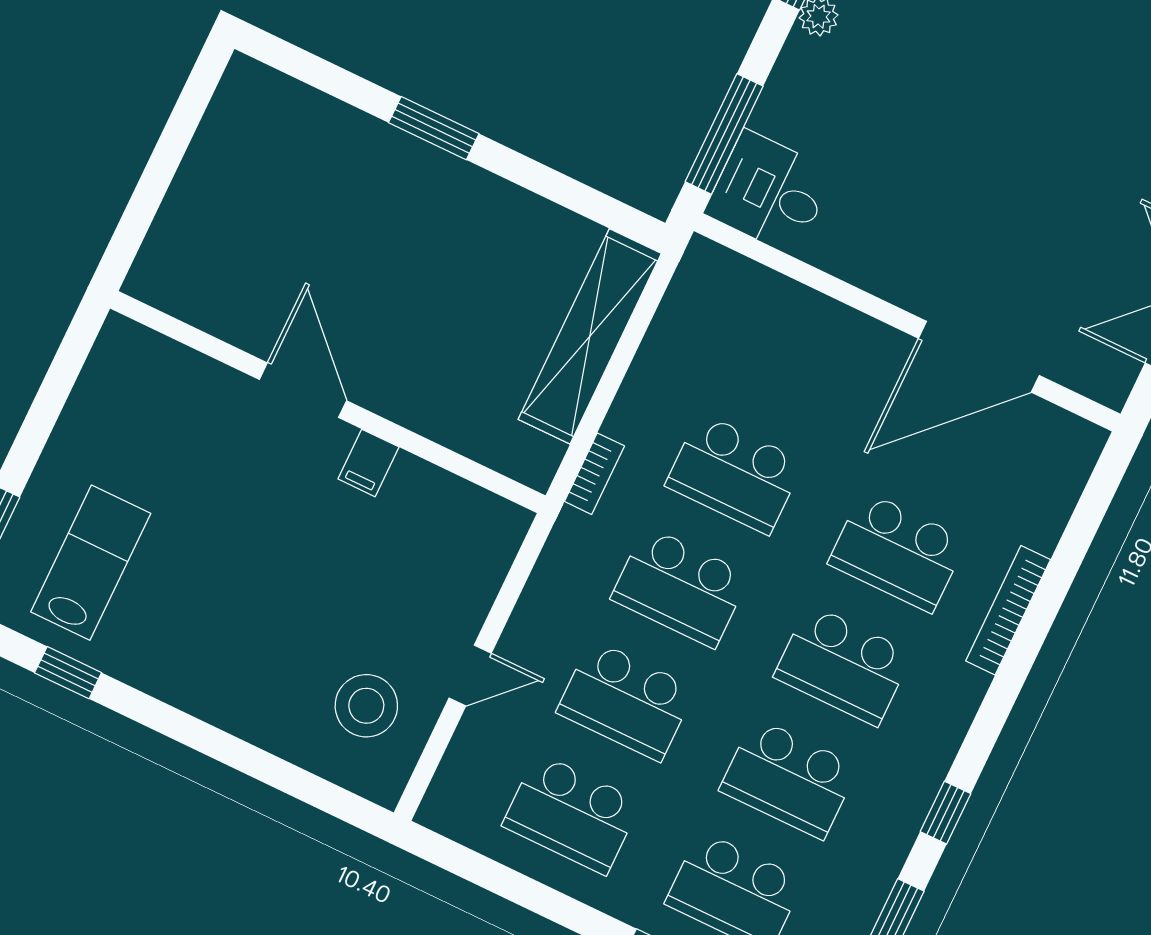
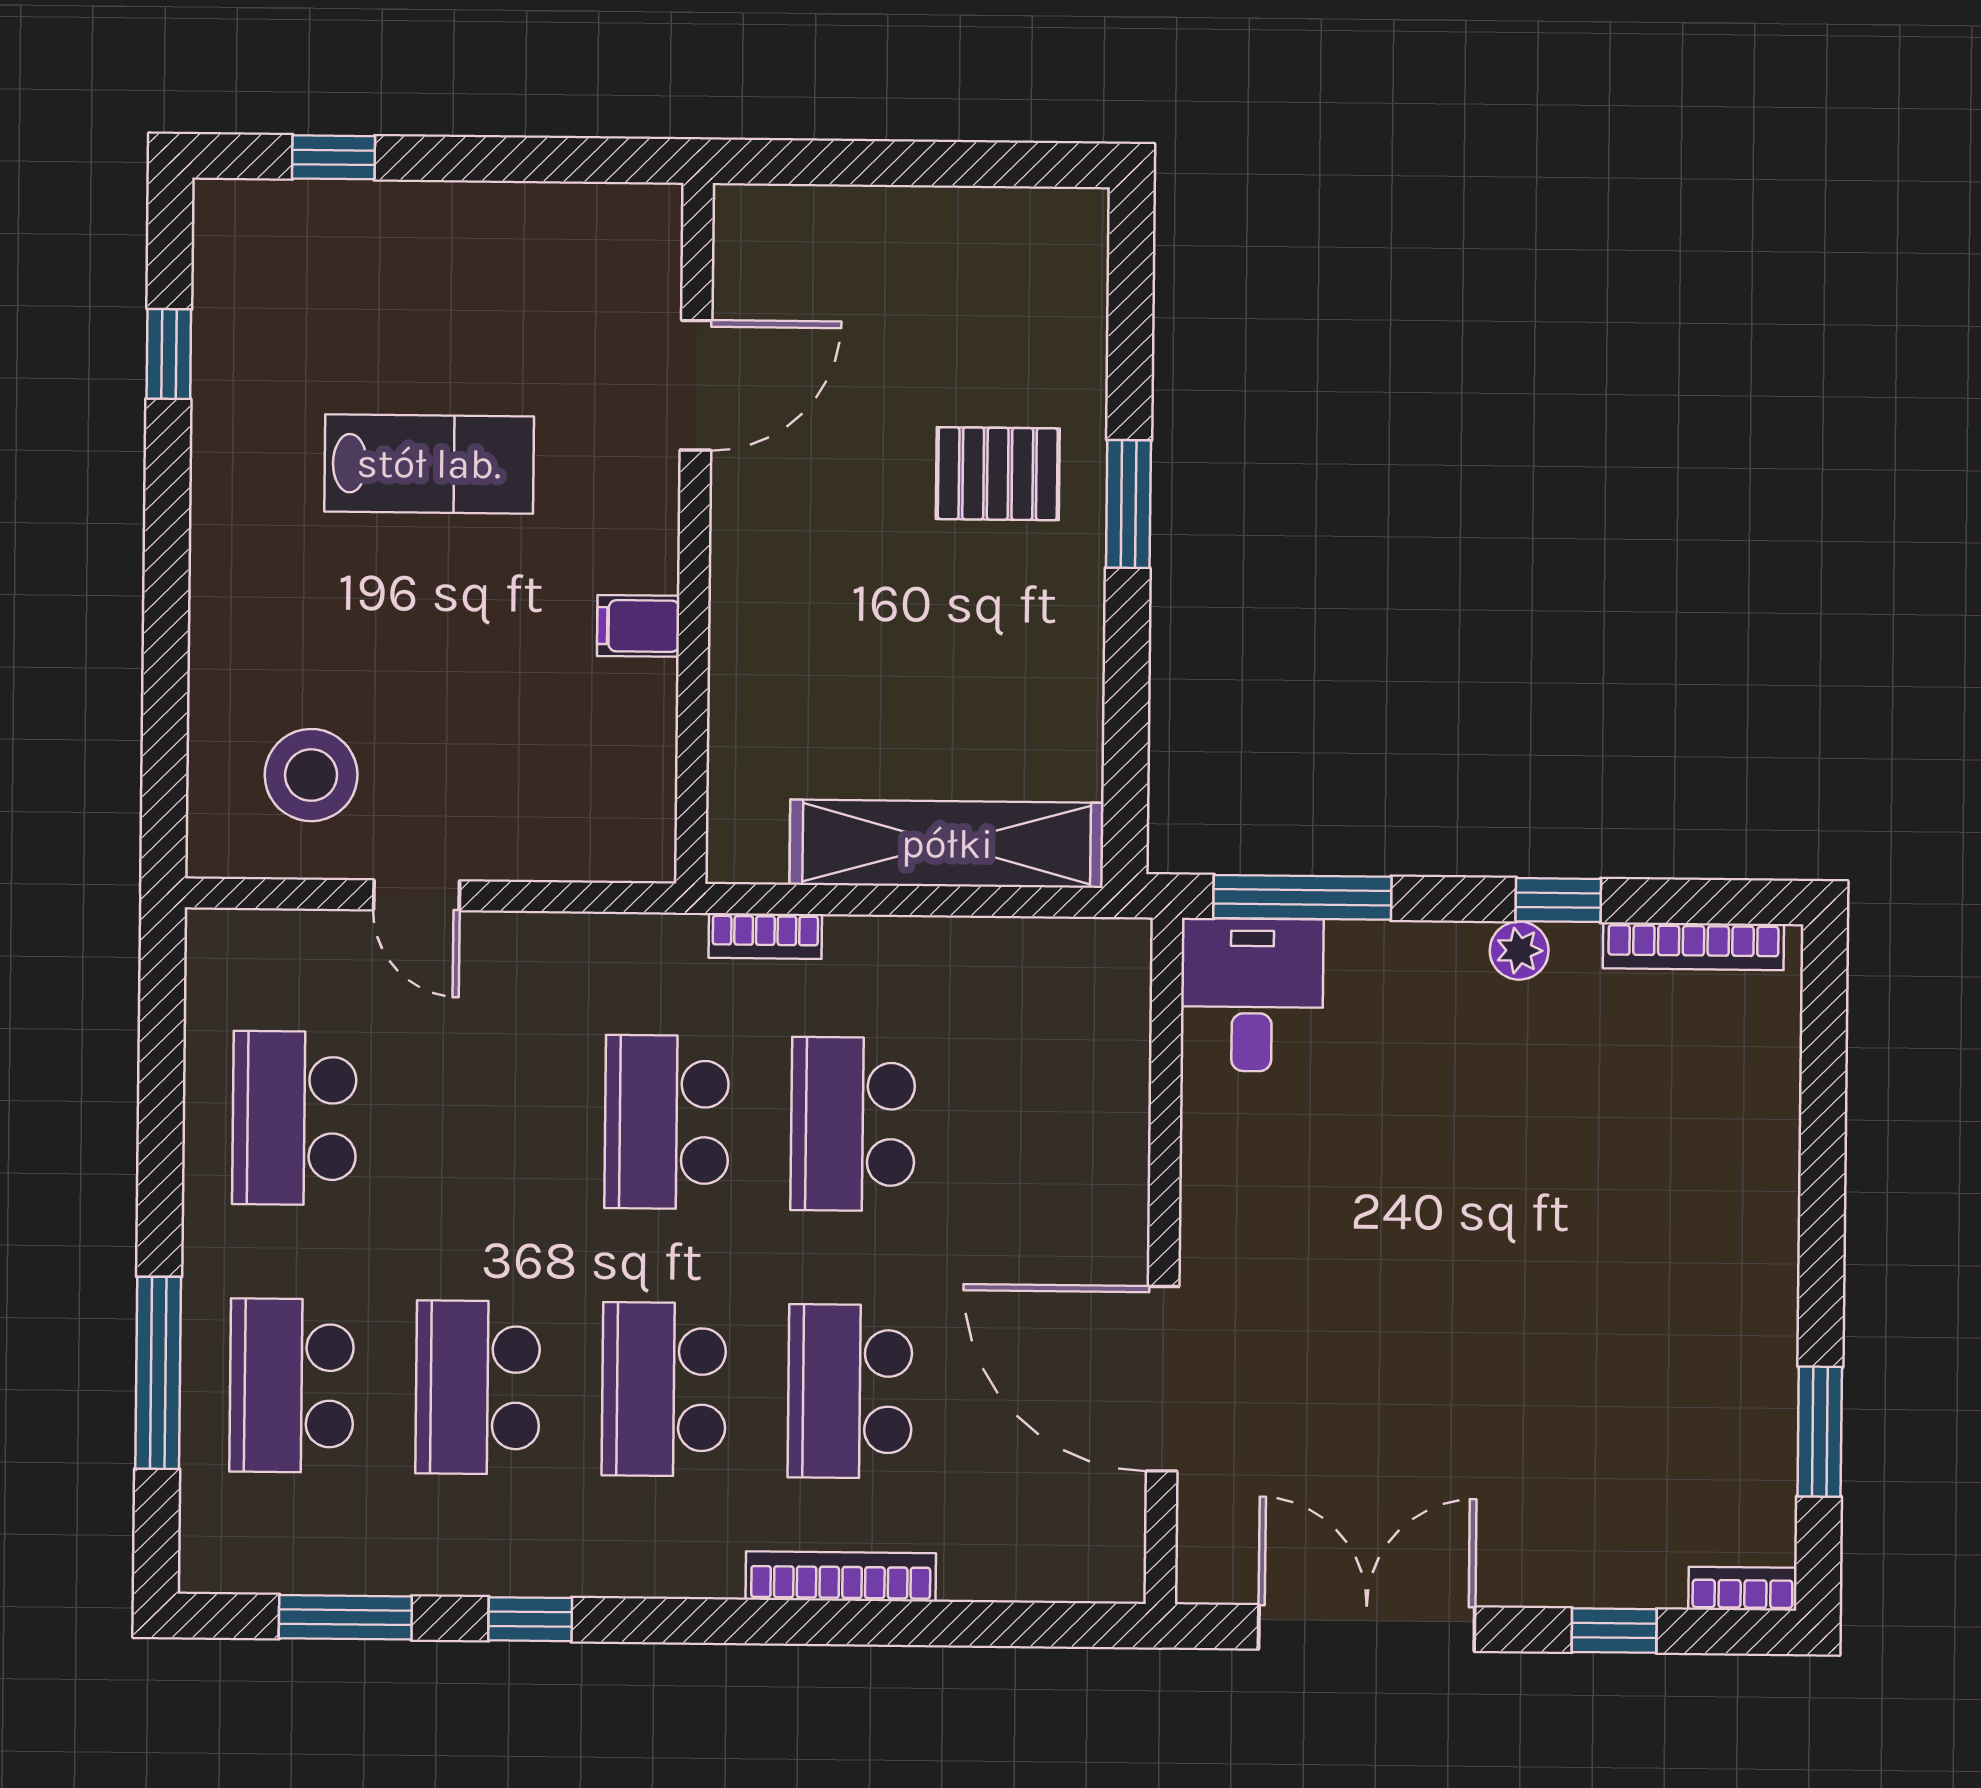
pallet: (378, 199) -> (998, 474), added
door: (303, 390) -> (696, 385), moved
lab bench: (91, 563) -> (429, 464), moved
school desk: (626, 700) -> (481, 1120), removed

